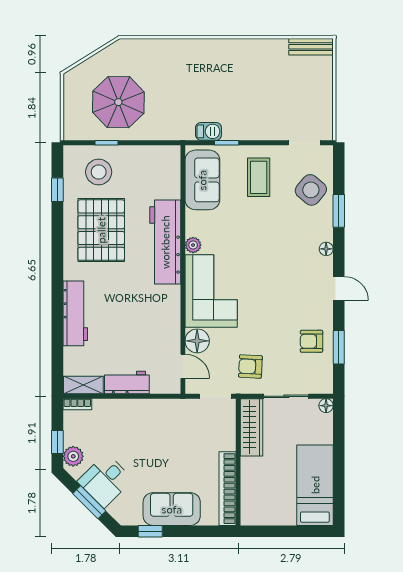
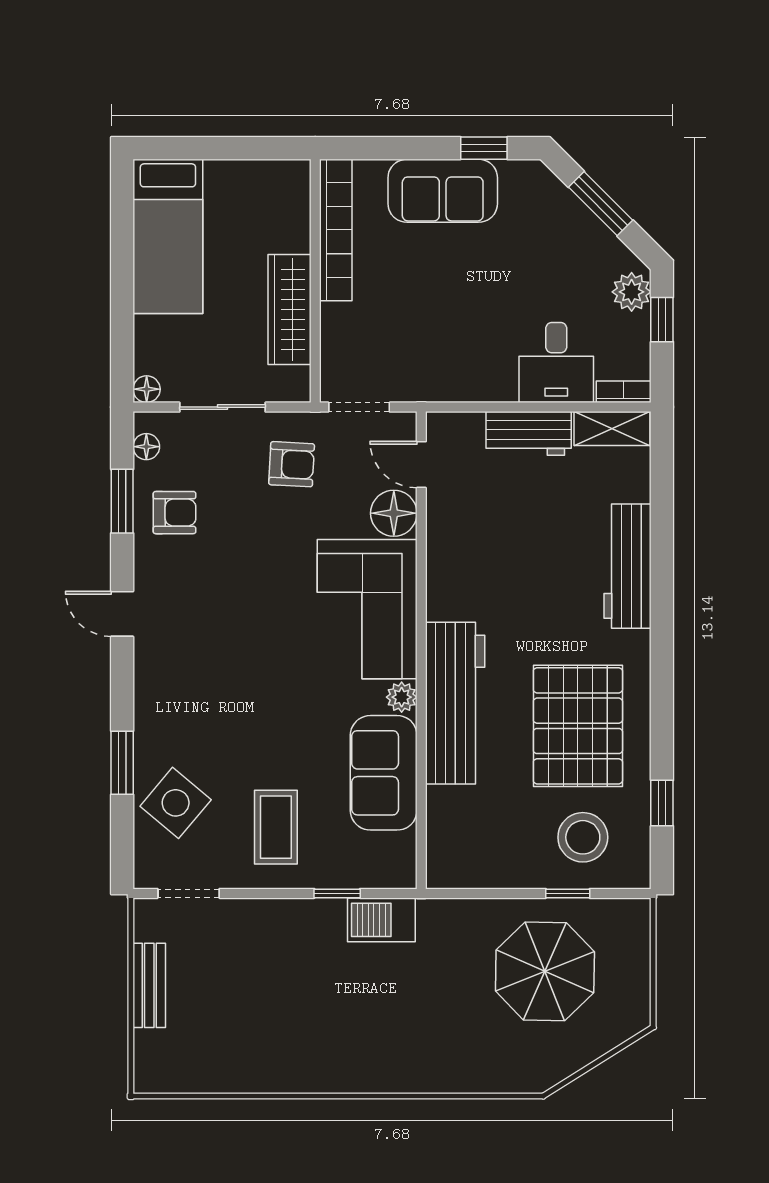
bench: (311, 47) -> (149, 985), moved, turned 90
barbecue: (208, 131) -> (381, 920), width x1.38, depth x1.27
sofa: (202, 180) -> (384, 773), moved
floor lamp: (326, 249) -> (146, 447), moved
wardrobe: (251, 427) -> (290, 309), moved
desk: (105, 480) -> (556, 363), moved, turned 135

